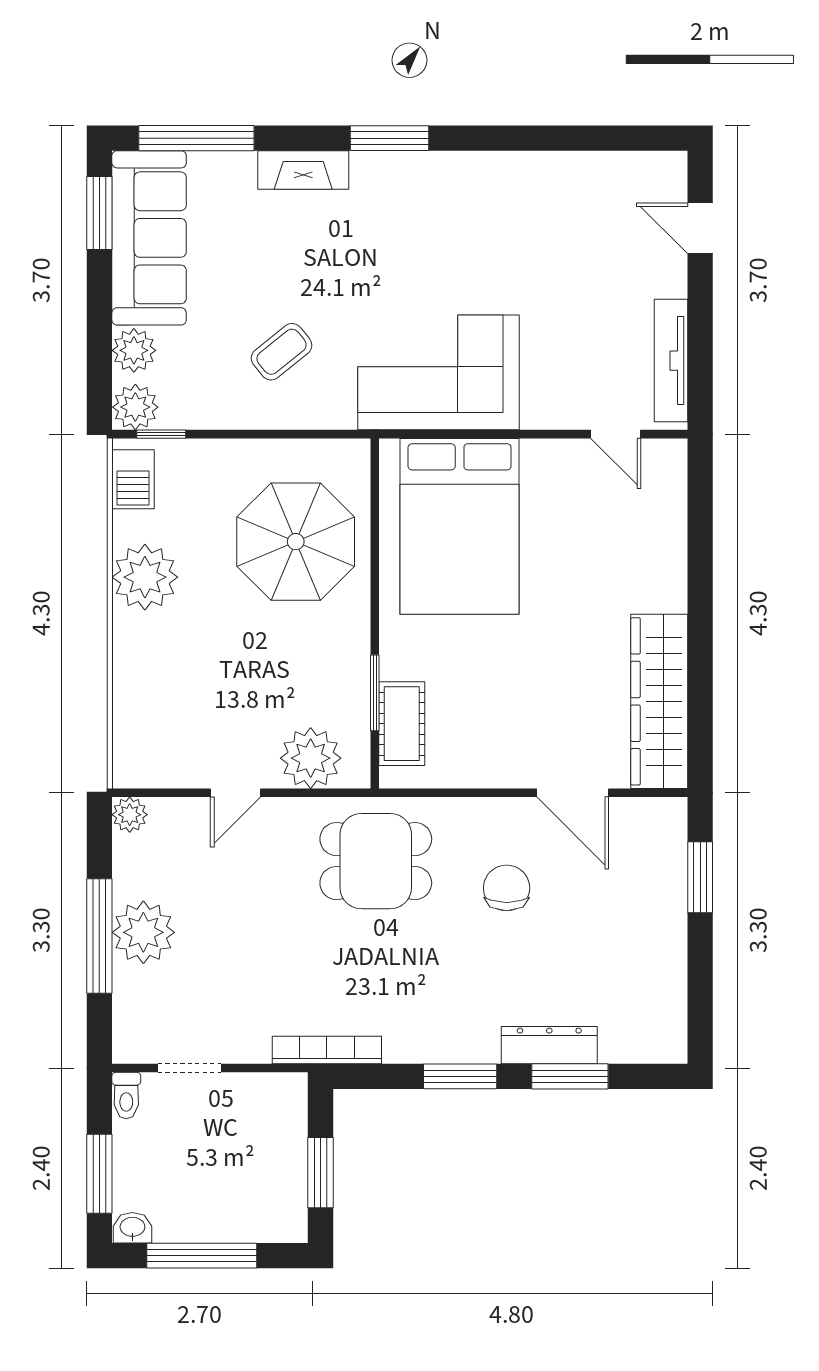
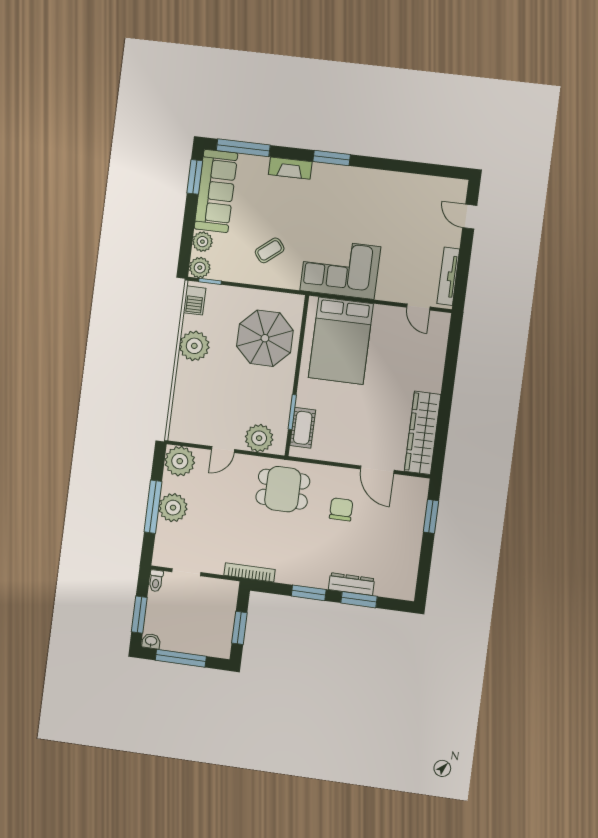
plant: (130, 815) -> (180, 461), width x1.88, depth x1.88

